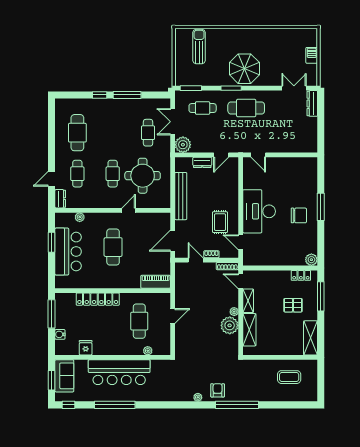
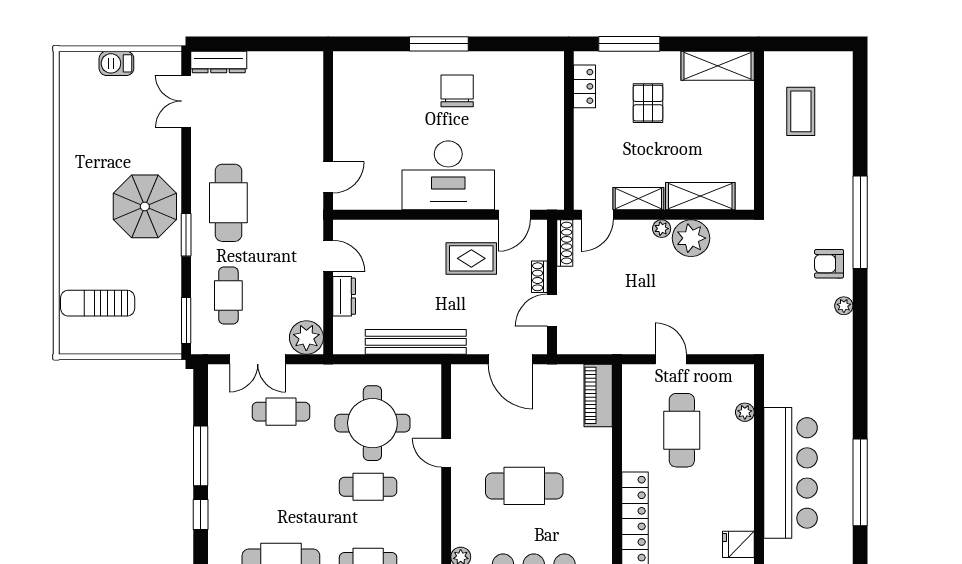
plant: (311, 260) -> (551, 64), removed
cafe table: (139, 321) -> (682, 430), turned 90

